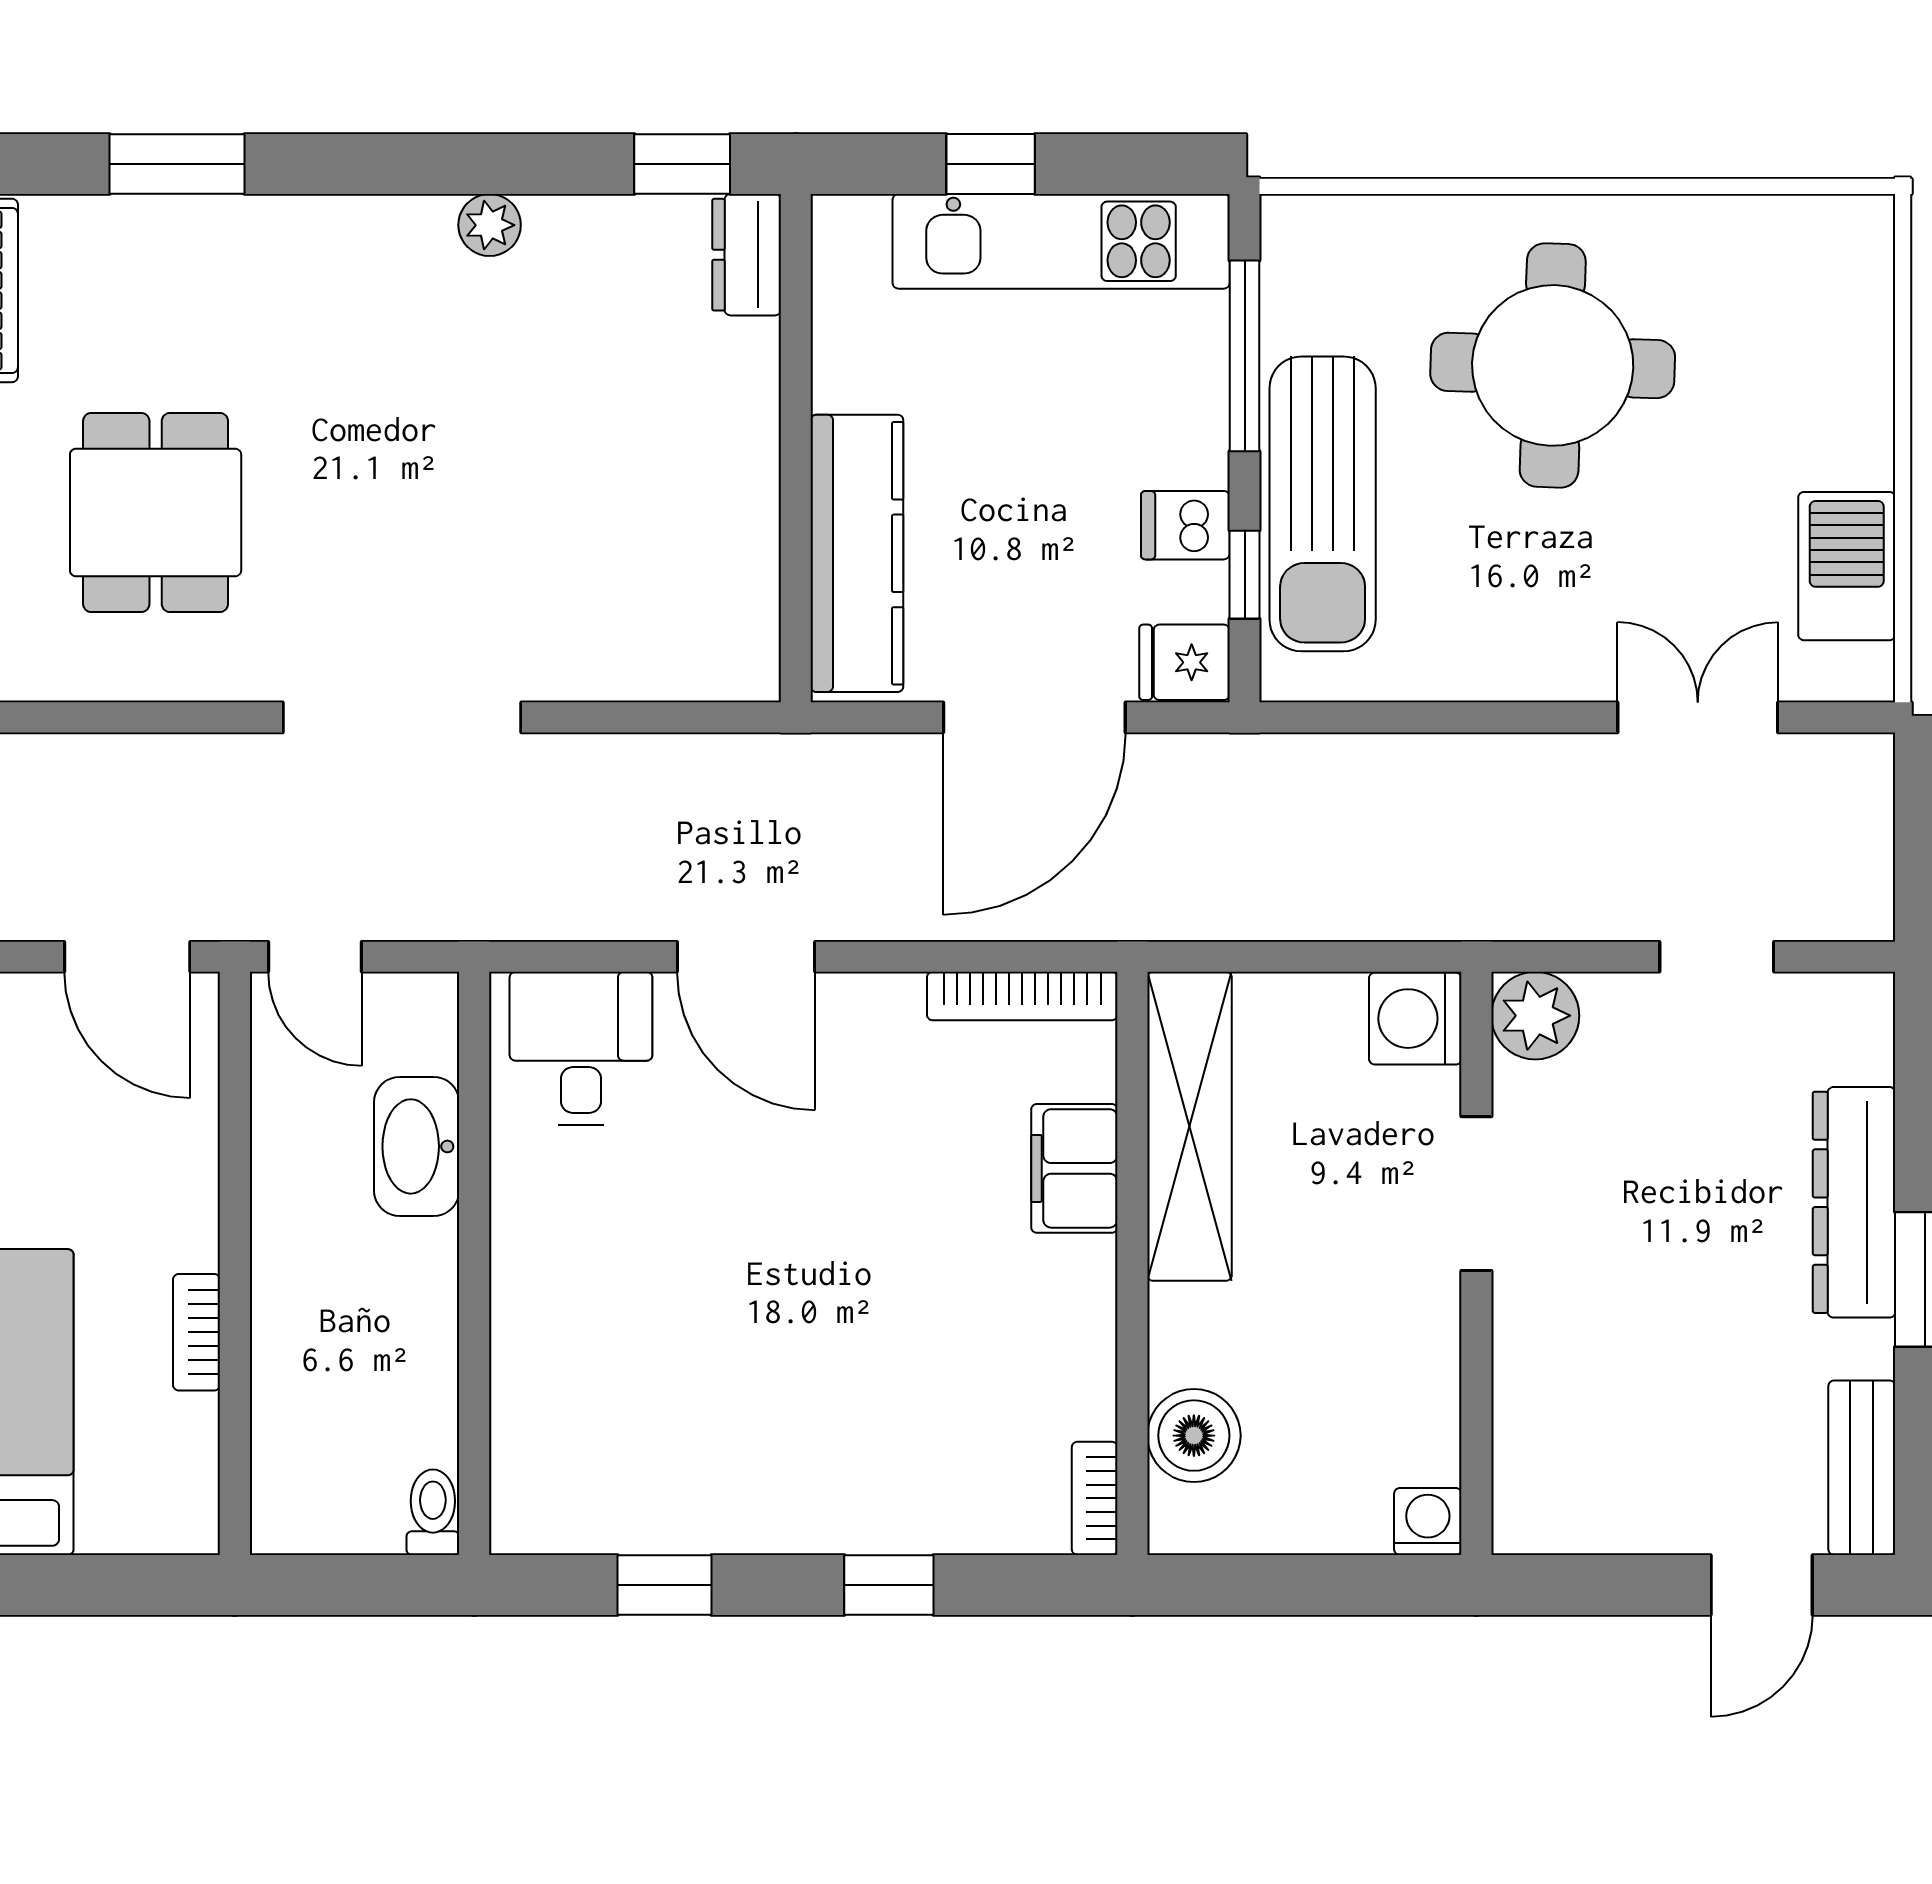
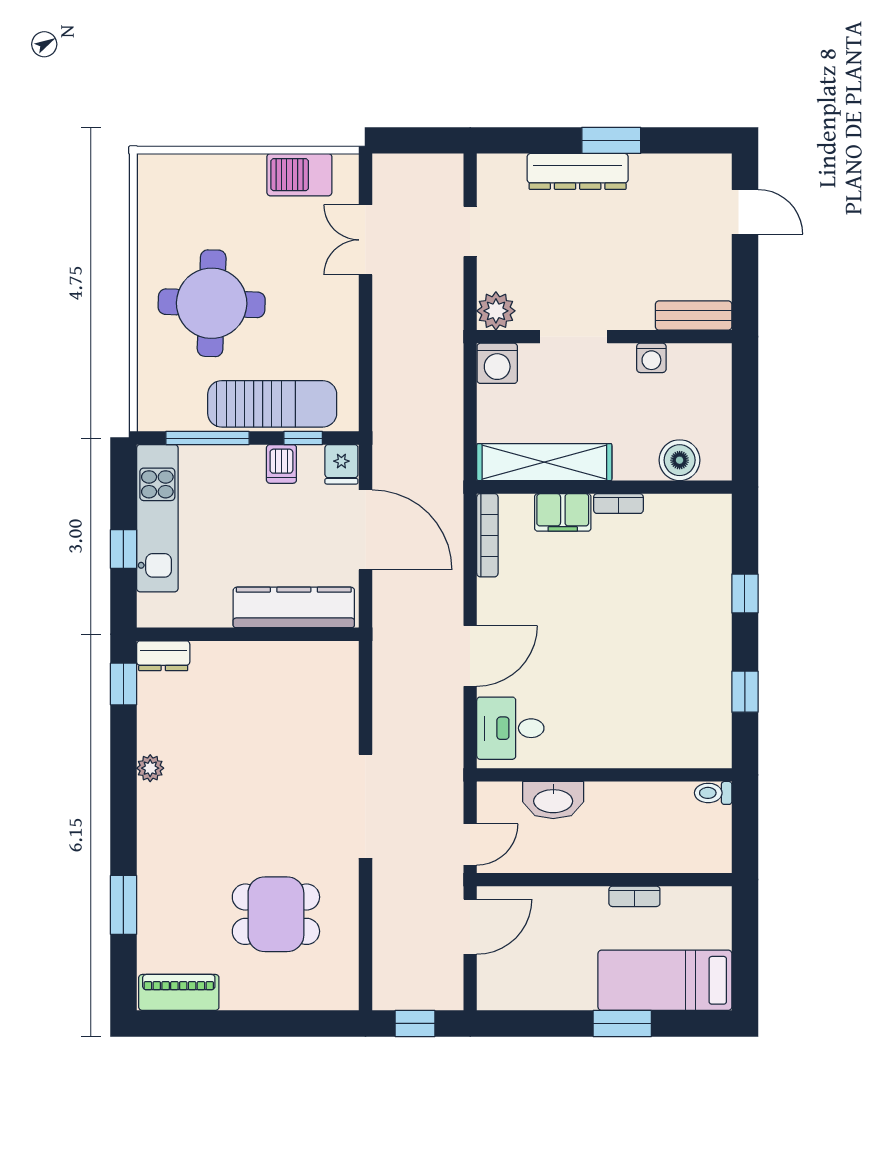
bench: (1862, 1468) -> (694, 315), moved
bookcase: (1095, 1498) -> (618, 504), moved
washing machine: (1428, 1521) -> (651, 358), moved, turned -90

